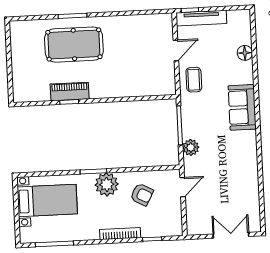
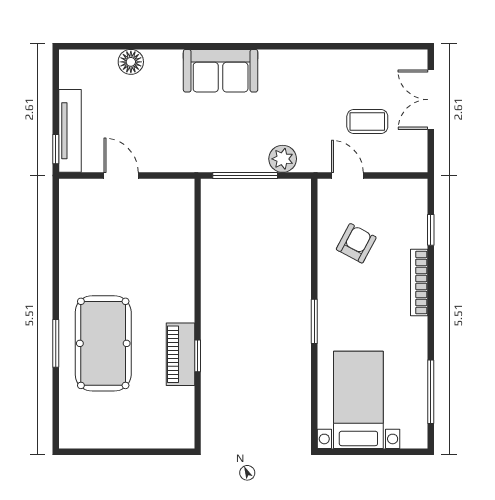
coffee table: (194, 80) -> (367, 121), moved
plant: (107, 184) -> (337, 301), removed

